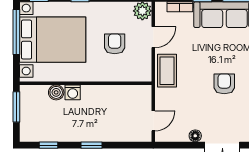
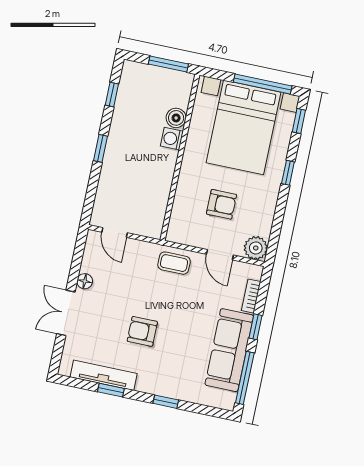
coffee table: (167, 71) -> (174, 263), width x0.73, depth x0.77
armchair: (224, 84) -> (142, 331), turned 180

